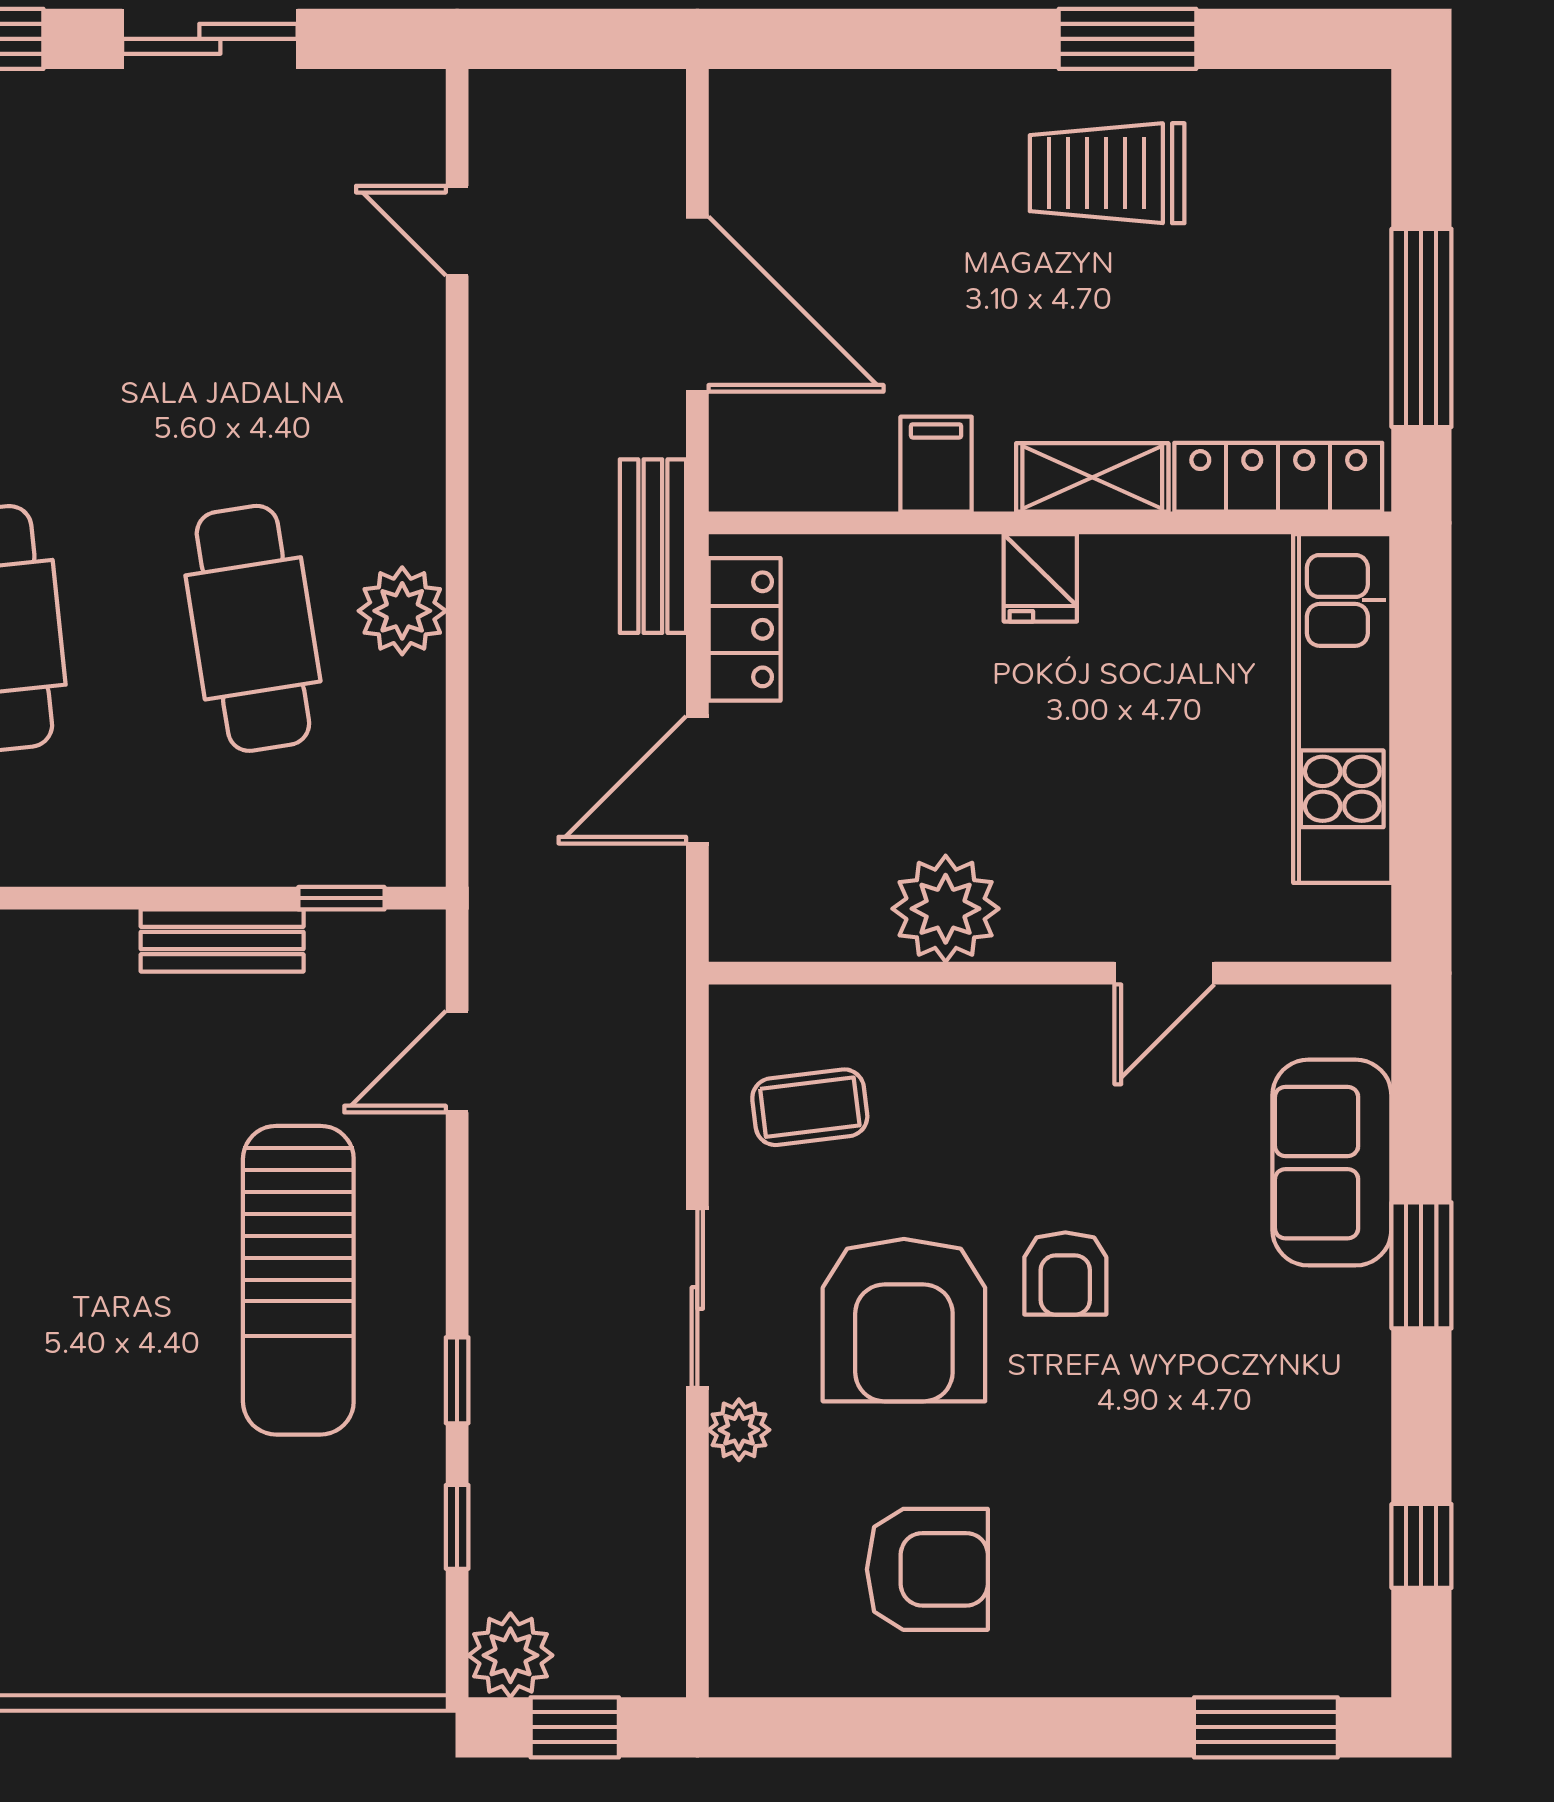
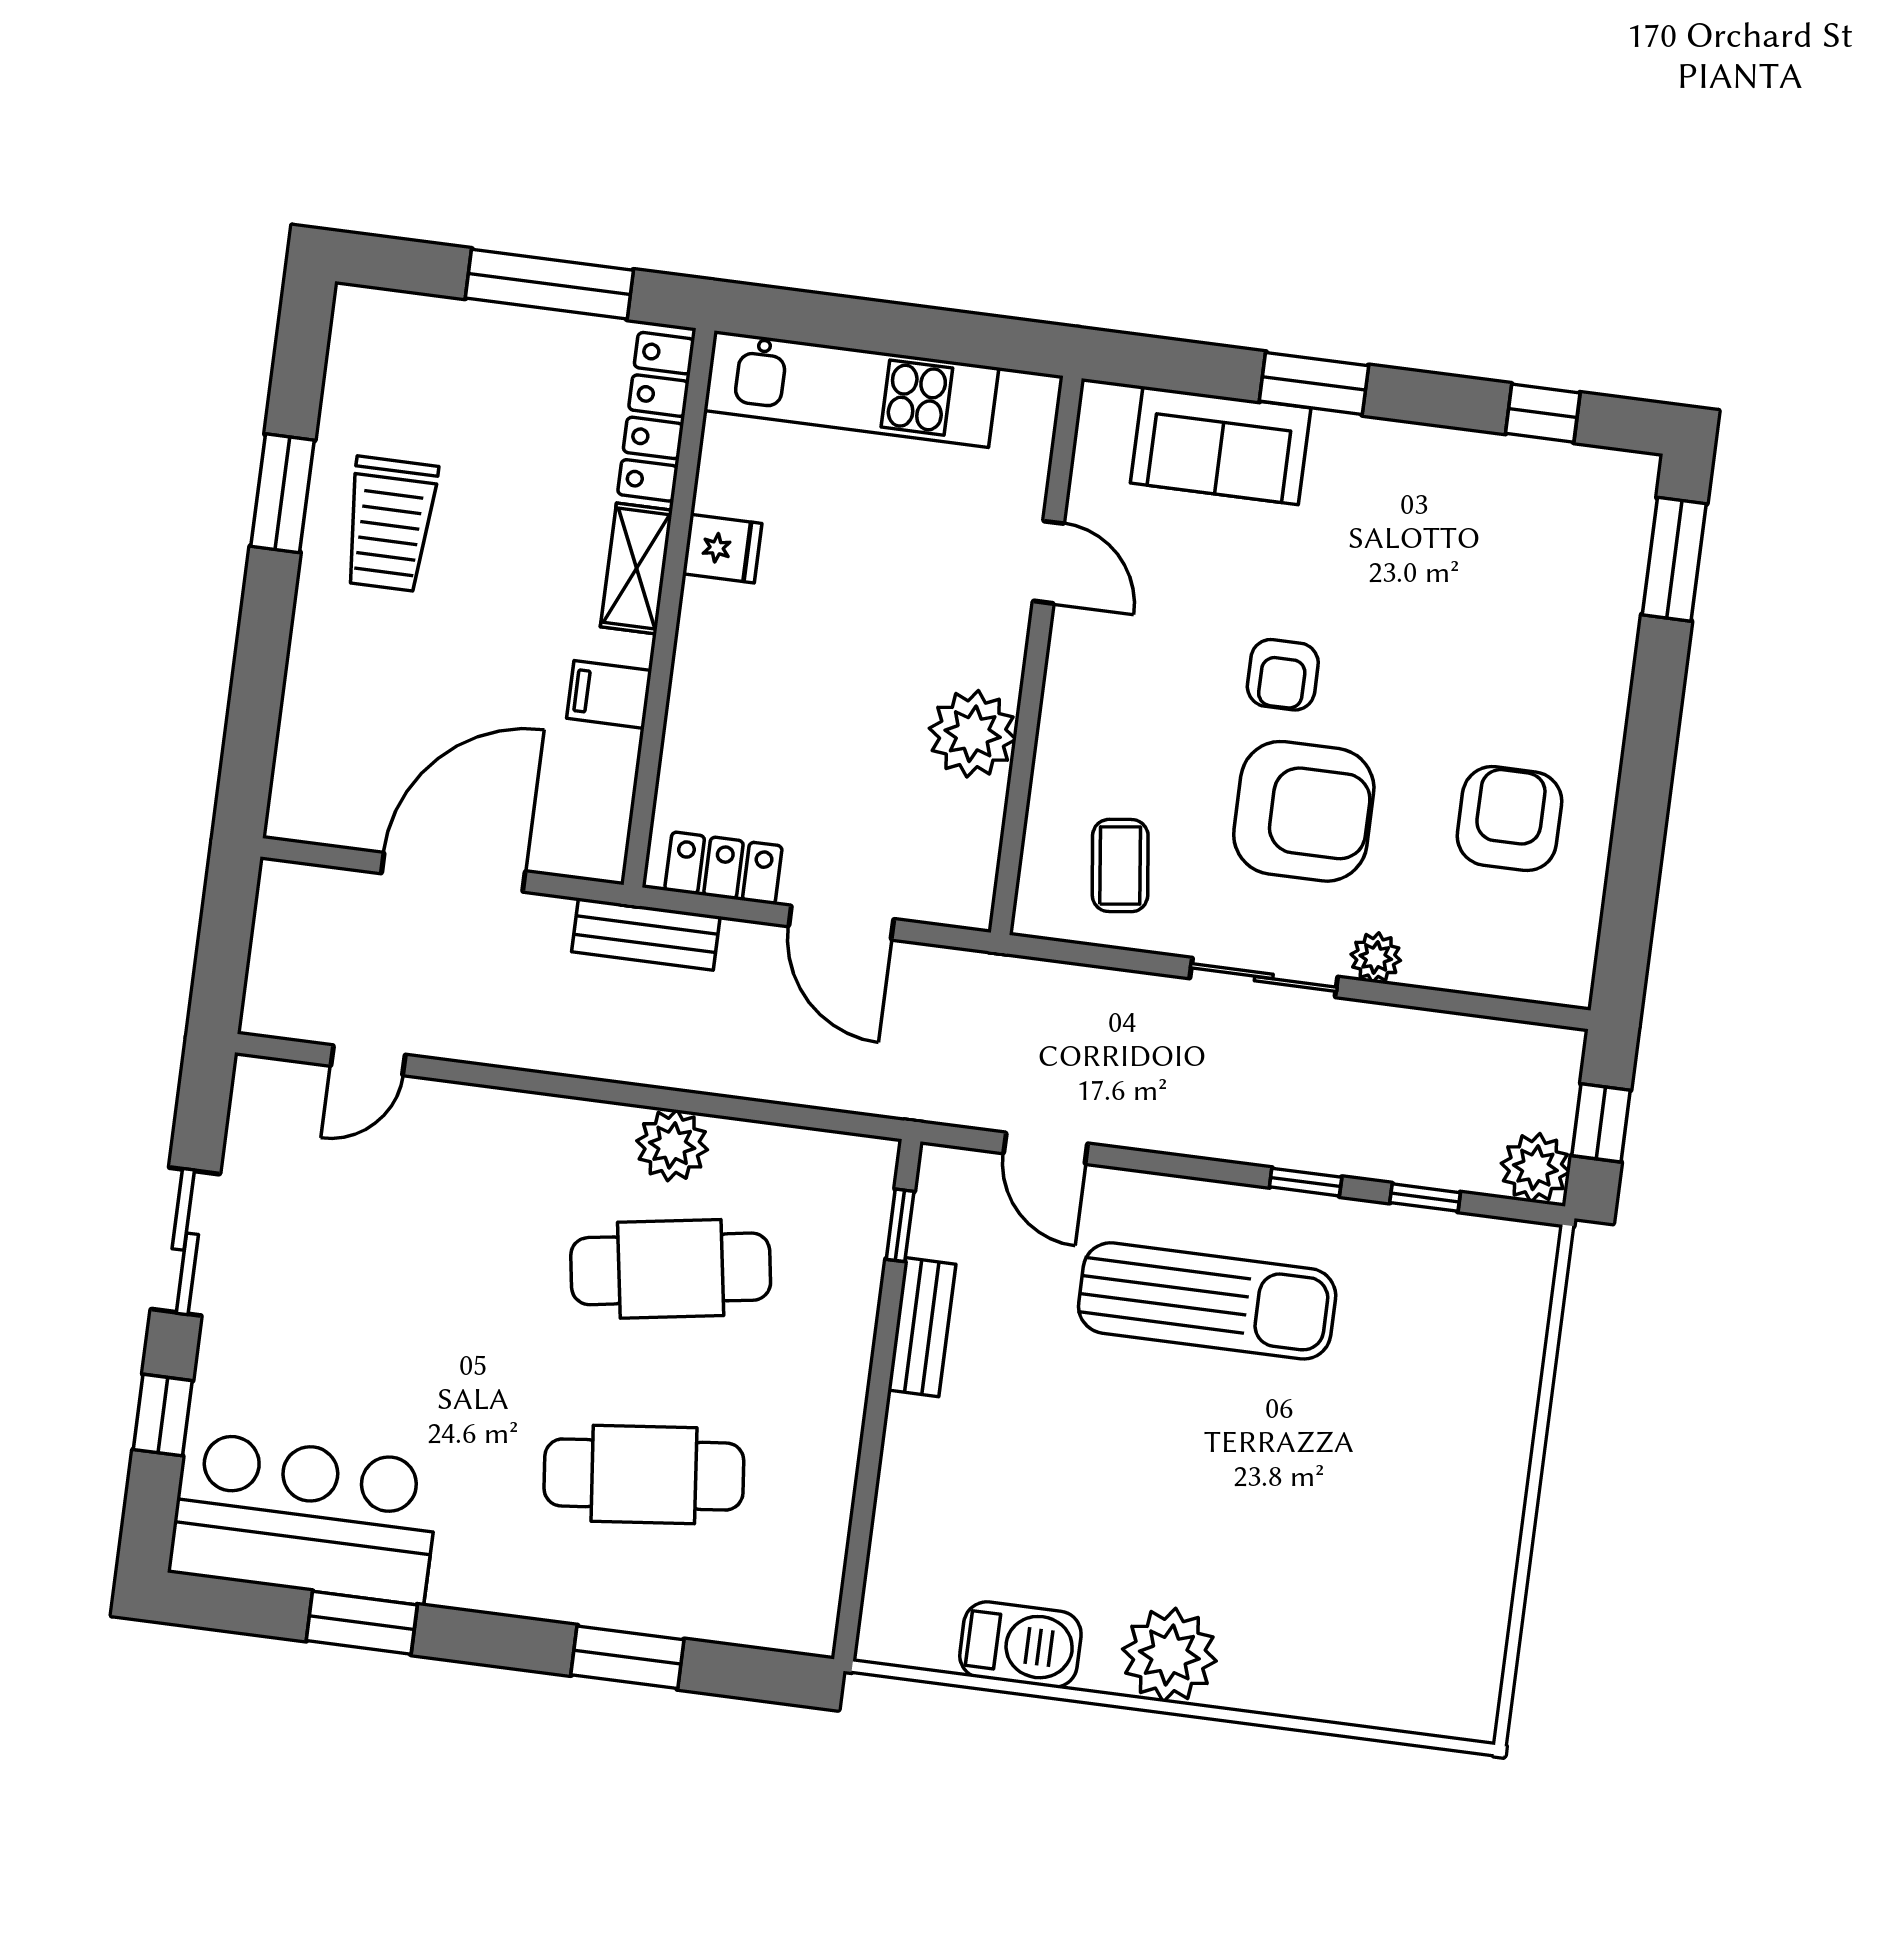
fridge: (1040, 578) -> (722, 549), moved
armchair: (1065, 1273) -> (1283, 675), turned 90

